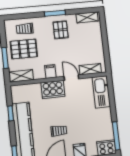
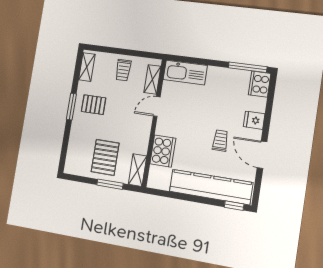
trolley: (25, 29) -> (123, 70), moved
filing cabinet: (50, 71) -> (142, 131), removed
cooker: (53, 89) -> (163, 151), moved
window: (11, 113) -> (181, 197), removed

